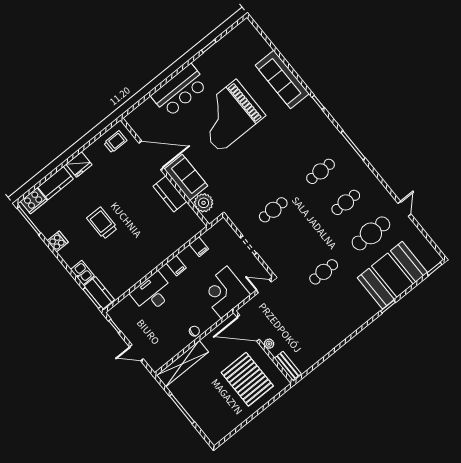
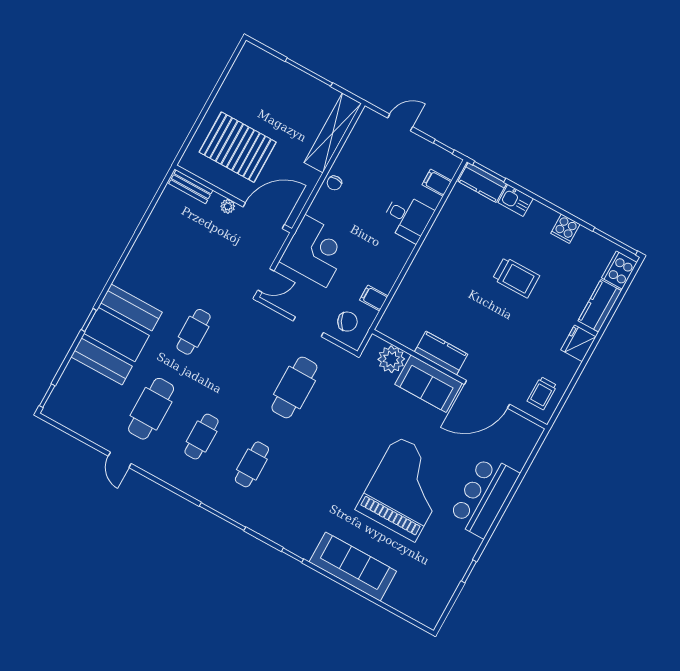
cafe table: (273, 210) -> (294, 387), width x1.37, depth x1.35
chair: (222, 238) -> (347, 322), added
filing cabinet: (176, 266) -> (437, 183), moved
booth: (392, 275) -> (117, 334), moved
desk: (152, 293) -> (408, 217), width x0.73

